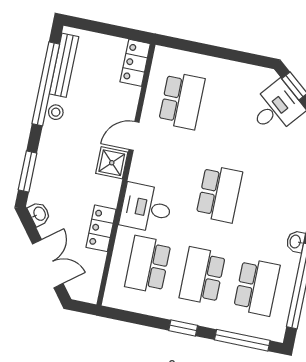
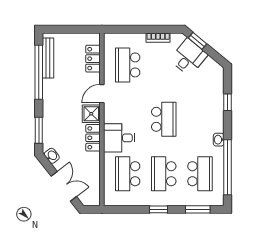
locker: (135, 63) -> (93, 59), moved
bookcase: (236, 69) -> (158, 38), added
school desk: (182, 101) -> (128, 65), turned 180
stool: (56, 112) -> (49, 89), removed
locker: (101, 228) -> (93, 138), moved
window: (242, 340) -> (198, 209), width x0.69

